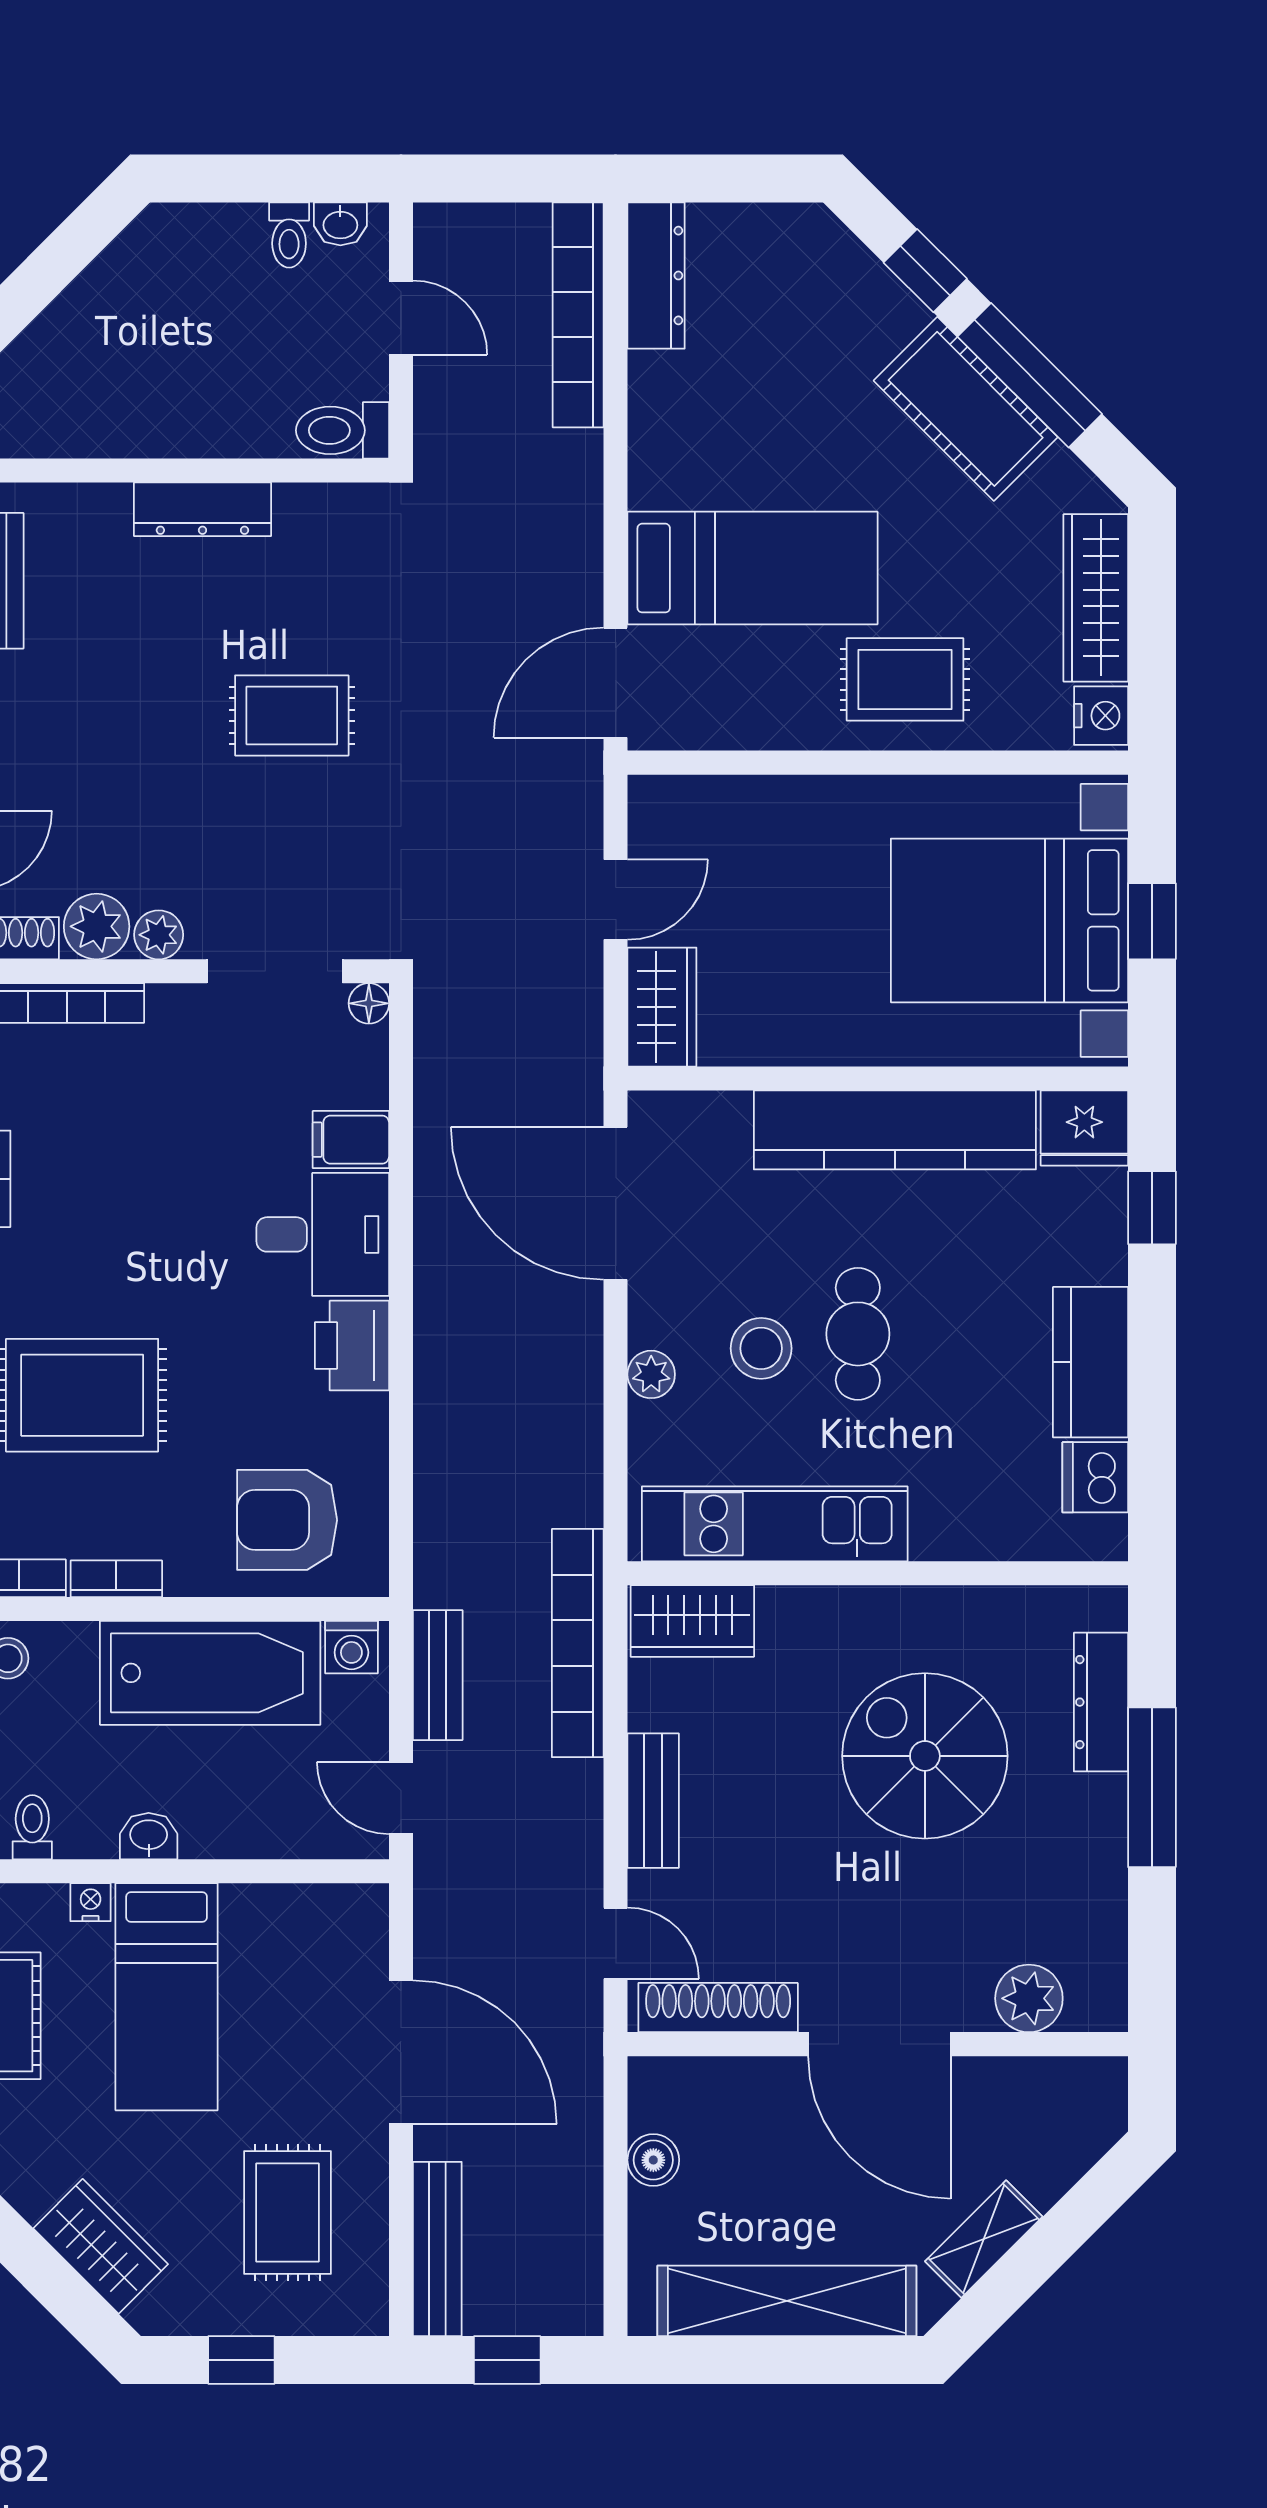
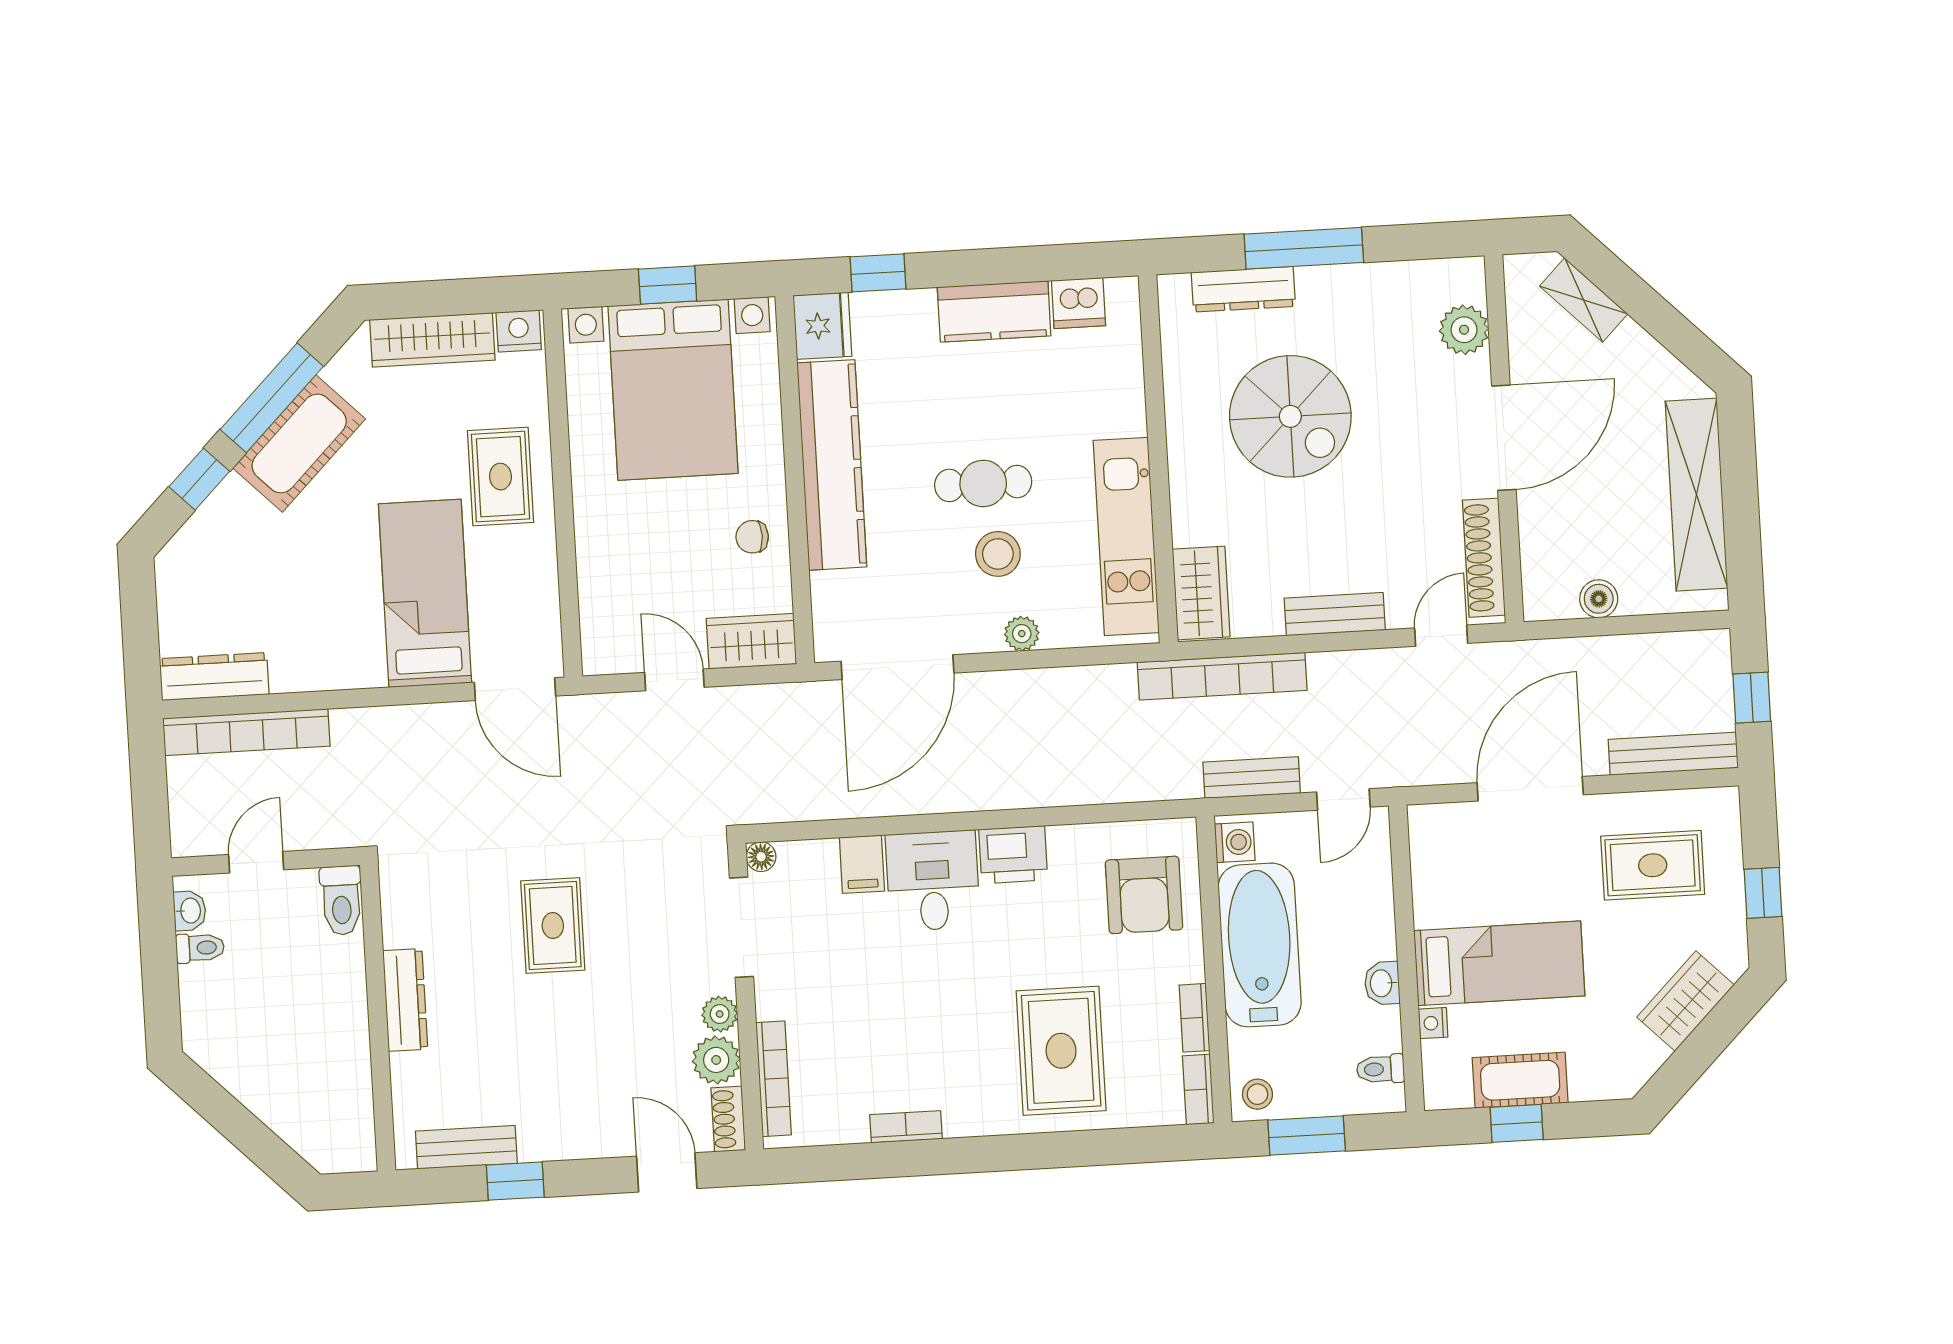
chair: (804, 1016) -> (752, 537), added
spiral stairs: (925, 1756) -> (1290, 416), turned -90
shelving: (984, 2239) -> (1584, 300), moved

